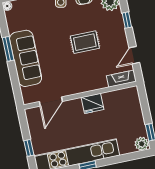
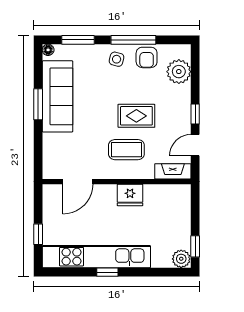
window: (127, 20) -> (195, 114), moved
sofa: (26, 58) -> (57, 96), moved
coffee table: (83, 69) -> (126, 150), added

